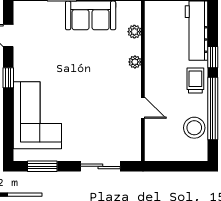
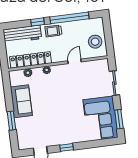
locker: (154, 38) -> (30, 60), added
corner sofa: (37, 115) -> (100, 119), moved, turned -90
stool: (194, 128) -> (95, 42), moved

